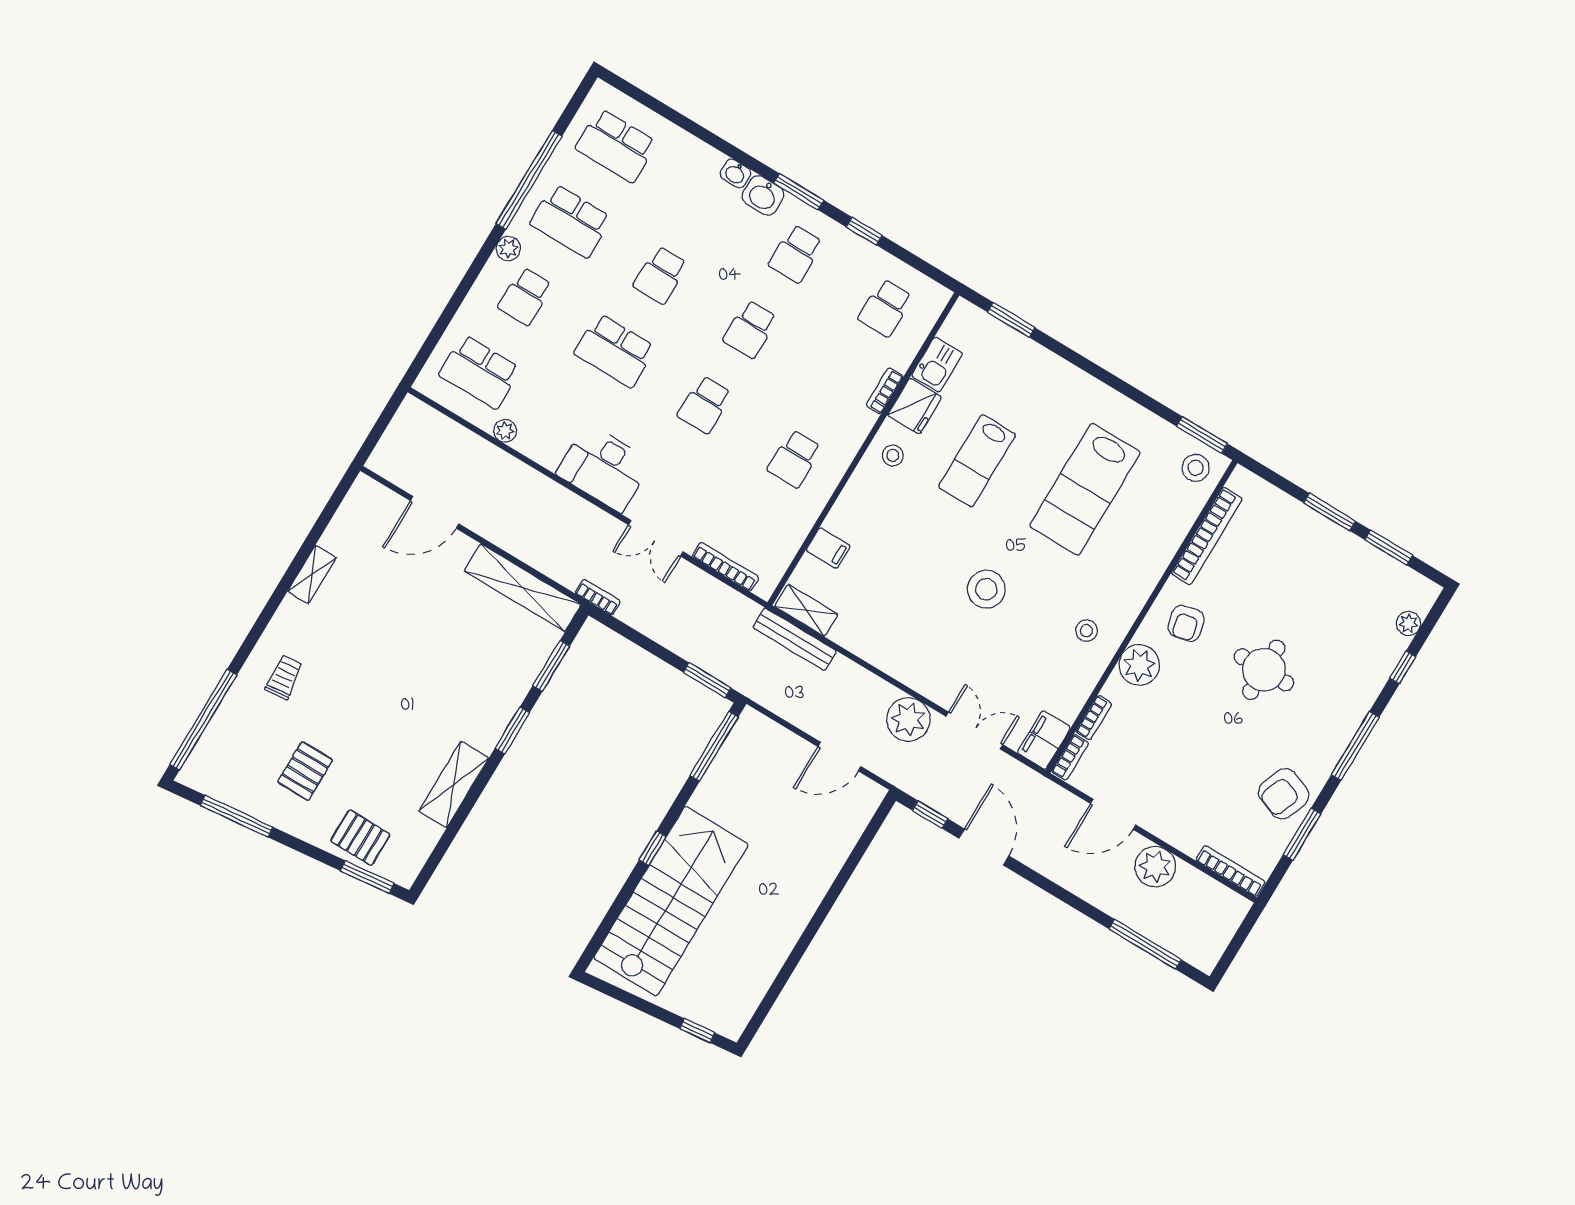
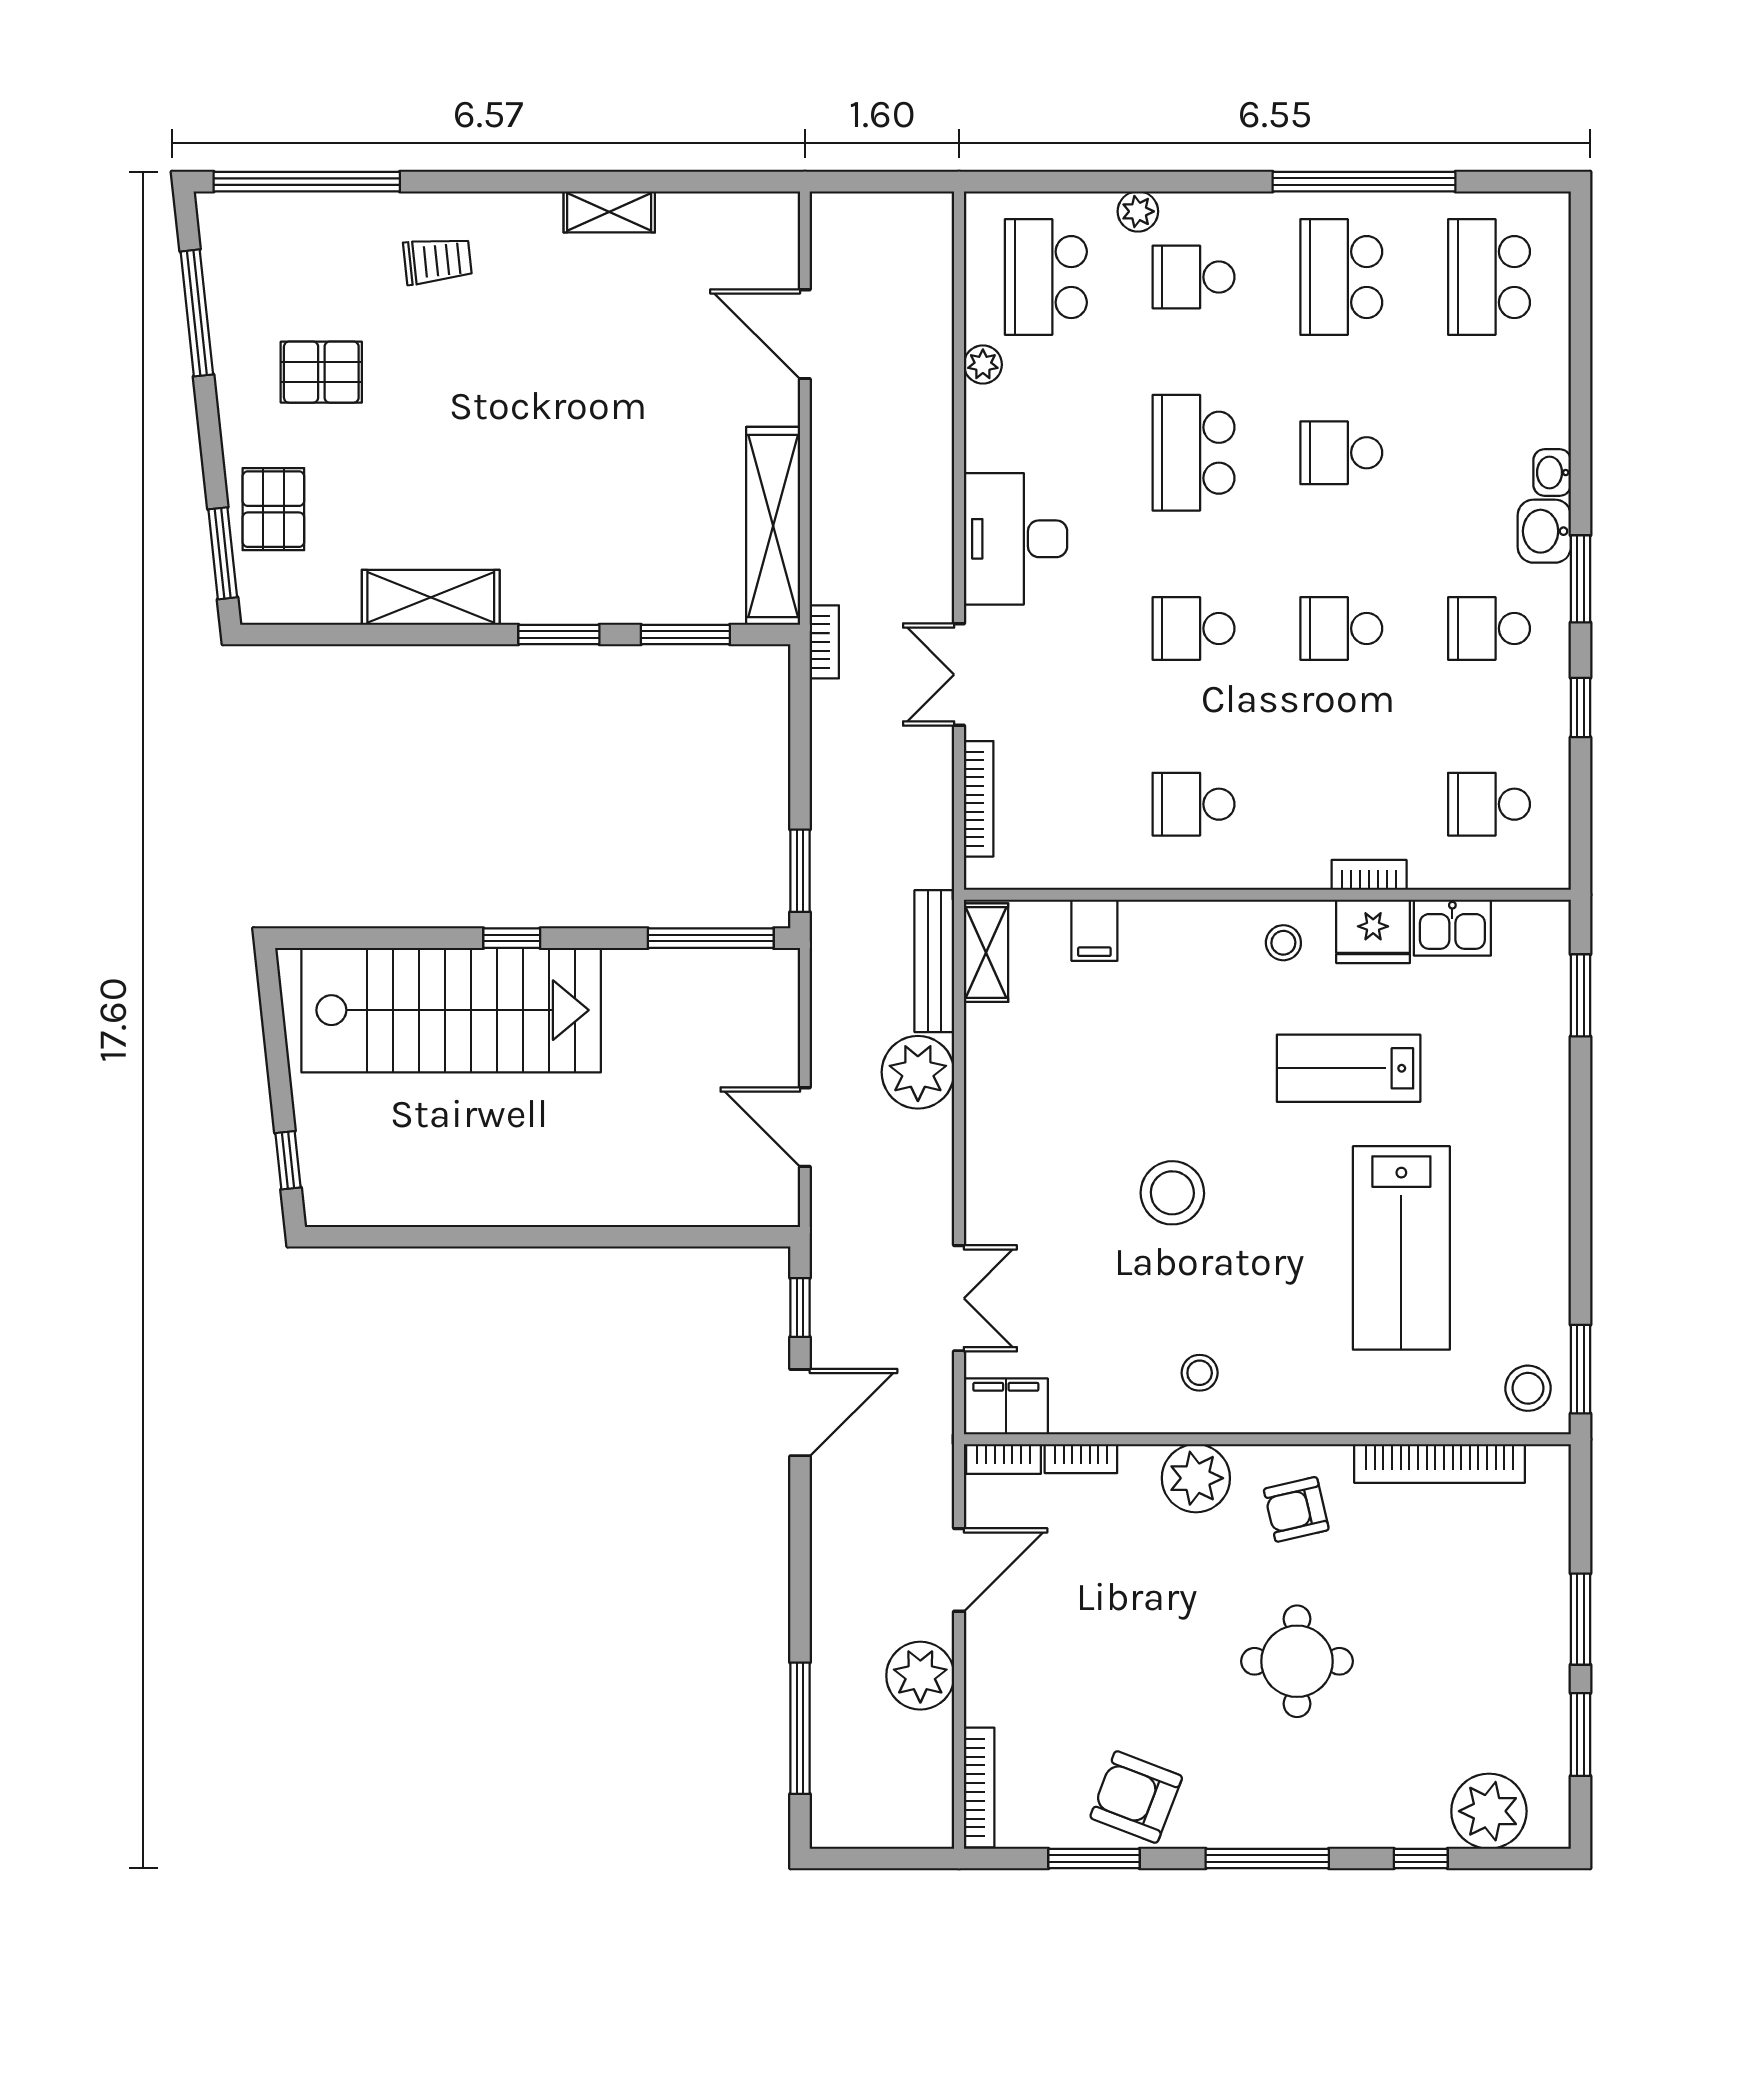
plant: (508, 249) -> (1138, 211), moved
lab bench: (1085, 489) -> (1401, 1248), turned -90
plant: (1408, 623) -> (1489, 1811), width x1.87, depth x1.87
plant: (908, 719) -> (918, 1072), moved
door: (1113, 814) -> (959, 1570), swing flipped

